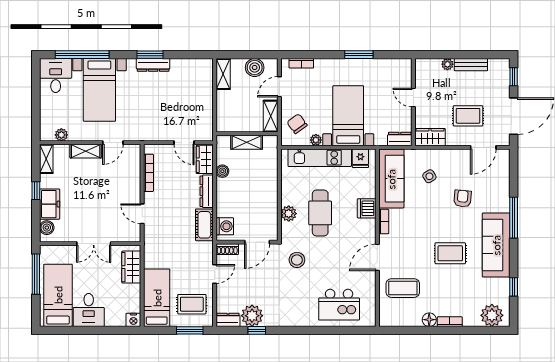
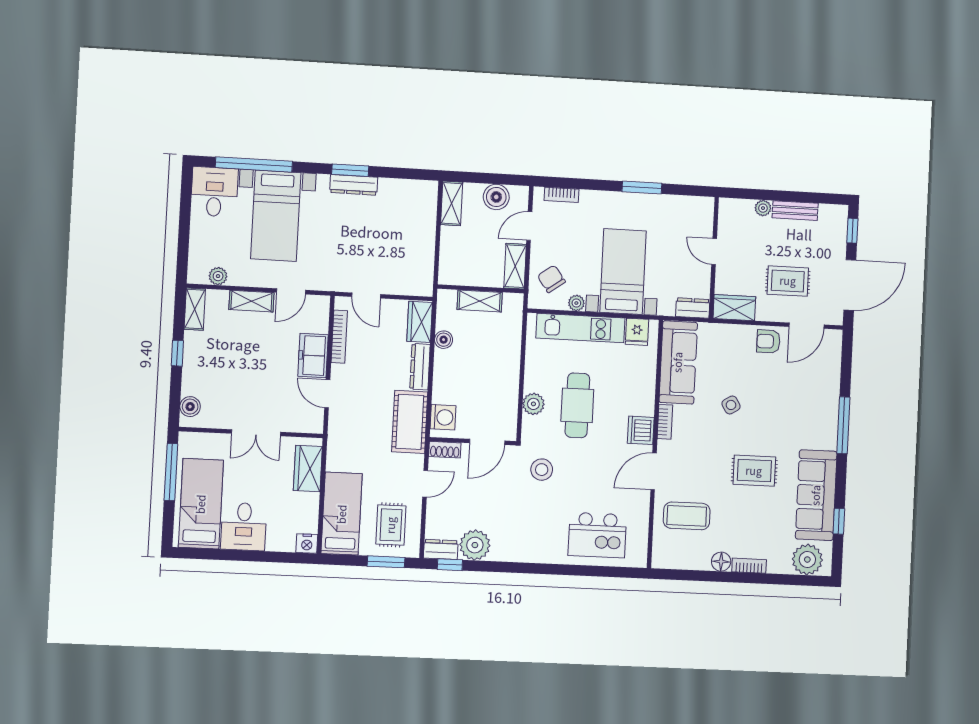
door: (184, 143) -> (366, 295), moved
side table: (429, 176) -> (731, 405), moved
armchair: (463, 199) -> (768, 341), moved, turned -95
freezer: (50, 204) -> (313, 356), moved, turned 180
dishwasher: (367, 208) -> (641, 430), moved
cot: (204, 225) -> (410, 422), width x1.37, depth x1.34
sofa: (496, 245) -> (816, 495), moved
rug: (192, 304) -> (391, 525), turned 90
window: (257, 330) -> (450, 565), moved

